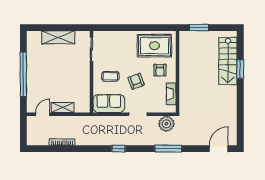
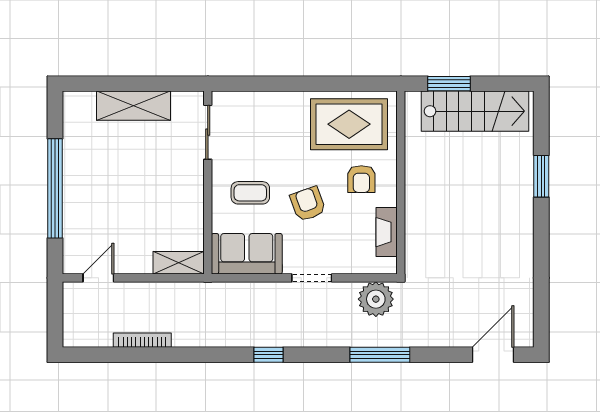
stairs: (228, 61) -> (475, 111), moved, turned -90
shelving: (63, 107) -> (179, 263), moved

